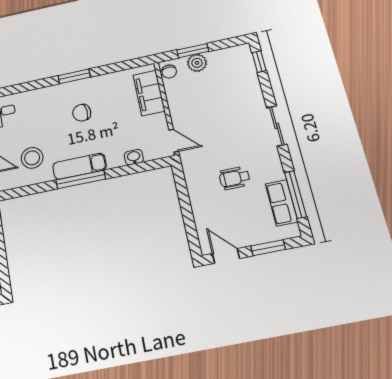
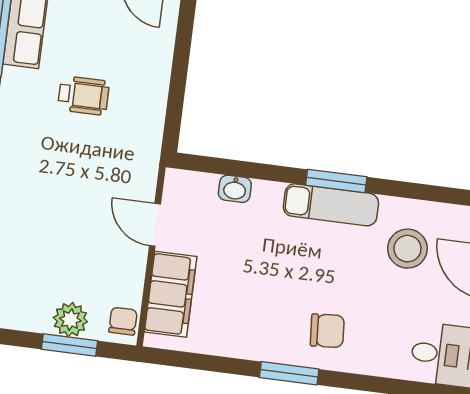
chair: (82, 113) -> (327, 331), moved
door: (174, 141) -> (155, 225), moved
window: (81, 180) -> (336, 181), width x0.69

